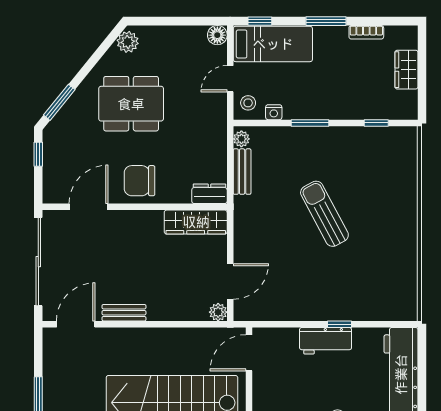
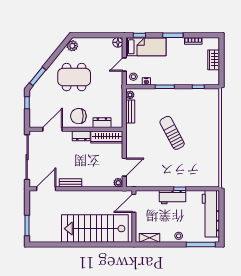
dresser: (209, 194) -> (102, 123), moved
dresser: (145, 220) -> (81, 136), added

